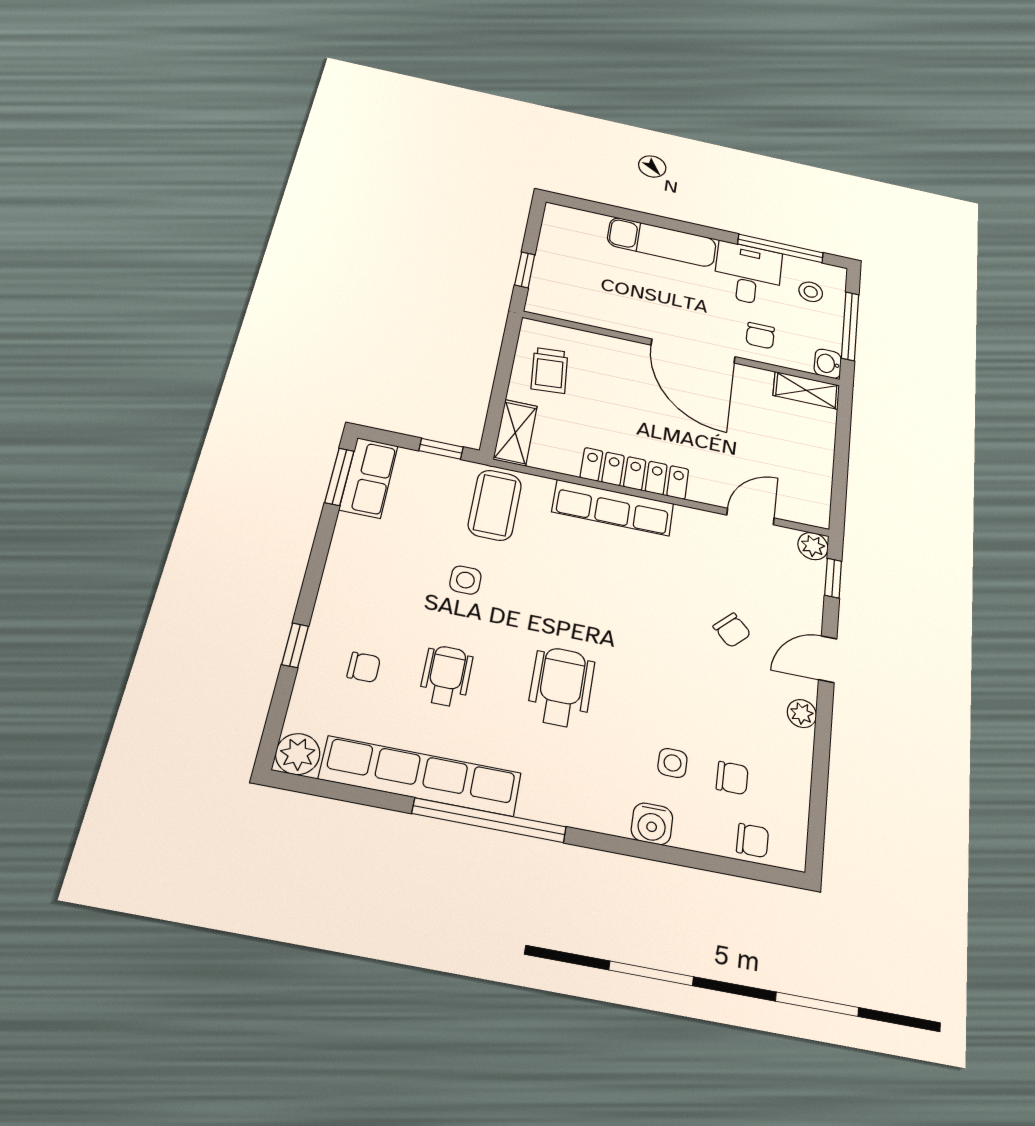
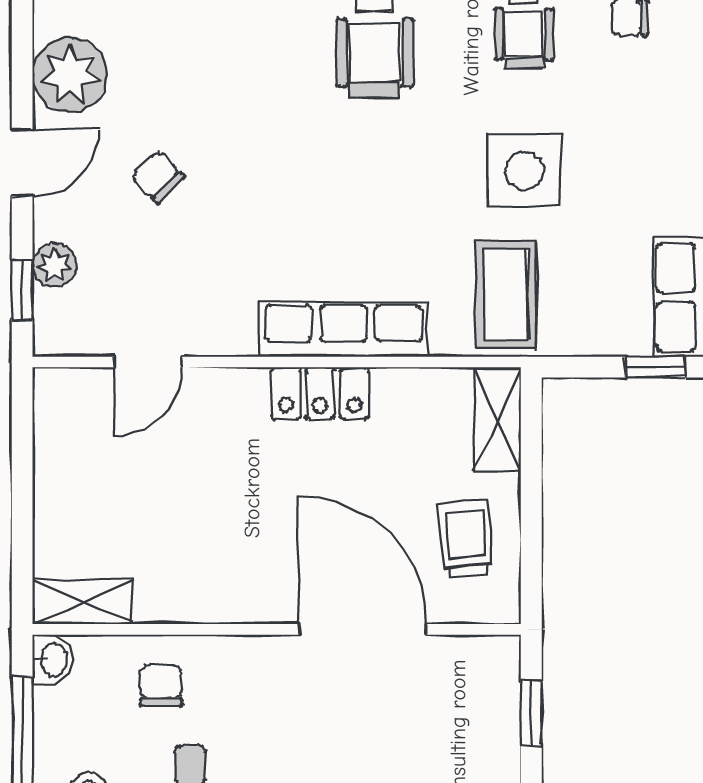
door: (693, 351) -> (363, 629), moved
window: (441, 449) -> (655, 367), moved
locker: (635, 473) -> (320, 393), width x0.66
plant: (813, 546) -> (54, 265), moved
side table: (465, 580) -> (525, 171), width x1.87, depth x1.87
plant: (802, 714) -> (70, 75), width x1.87, depth x1.87

